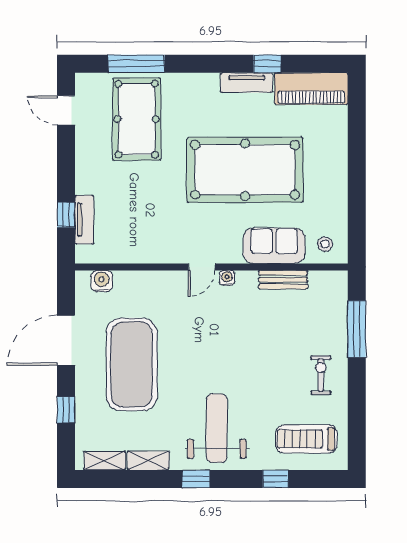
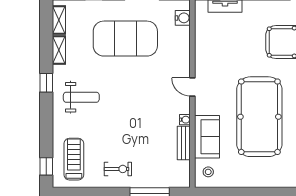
water cooler: (227, 278) -> (185, 120), moved
weight bench: (217, 428) -> (81, 97), width x0.73, depth x0.75
window: (276, 479) -> (46, 166), moved

